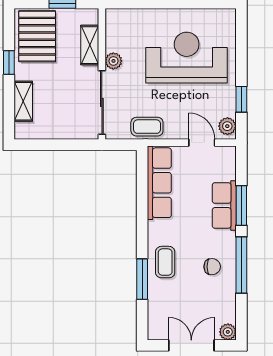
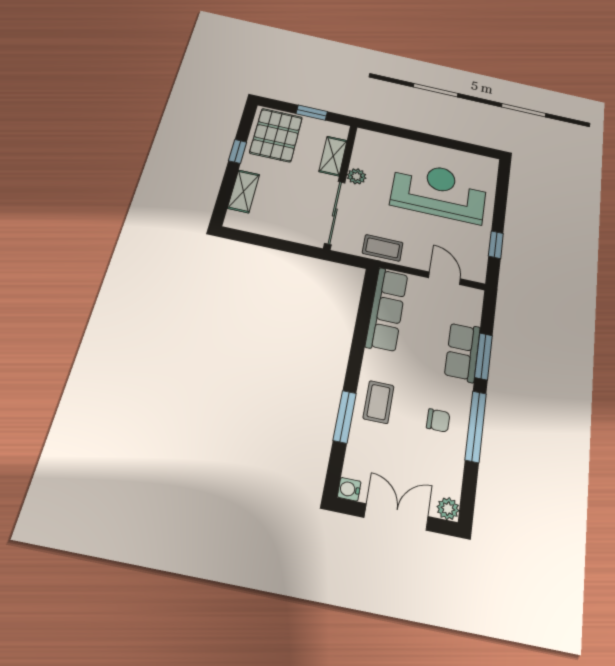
plant: (227, 126) -> (477, 268), removed
water cooler: (155, 333) -> (349, 489), added

